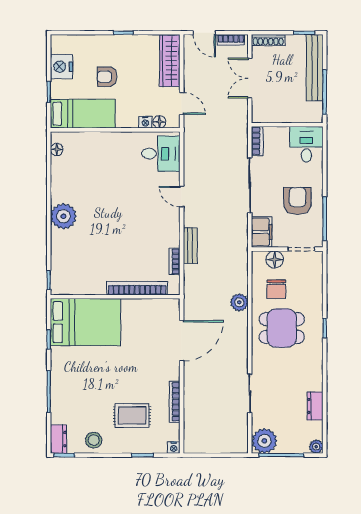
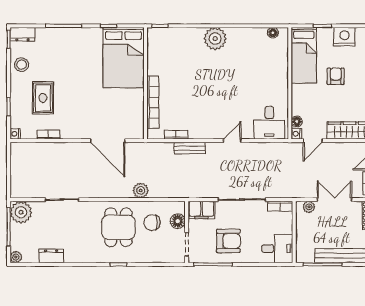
plant: (258, 108) -> (309, 207), added
nightstand: (145, 122) -> (296, 134), moved
bookcase: (175, 402) -> (48, 135), width x0.64

